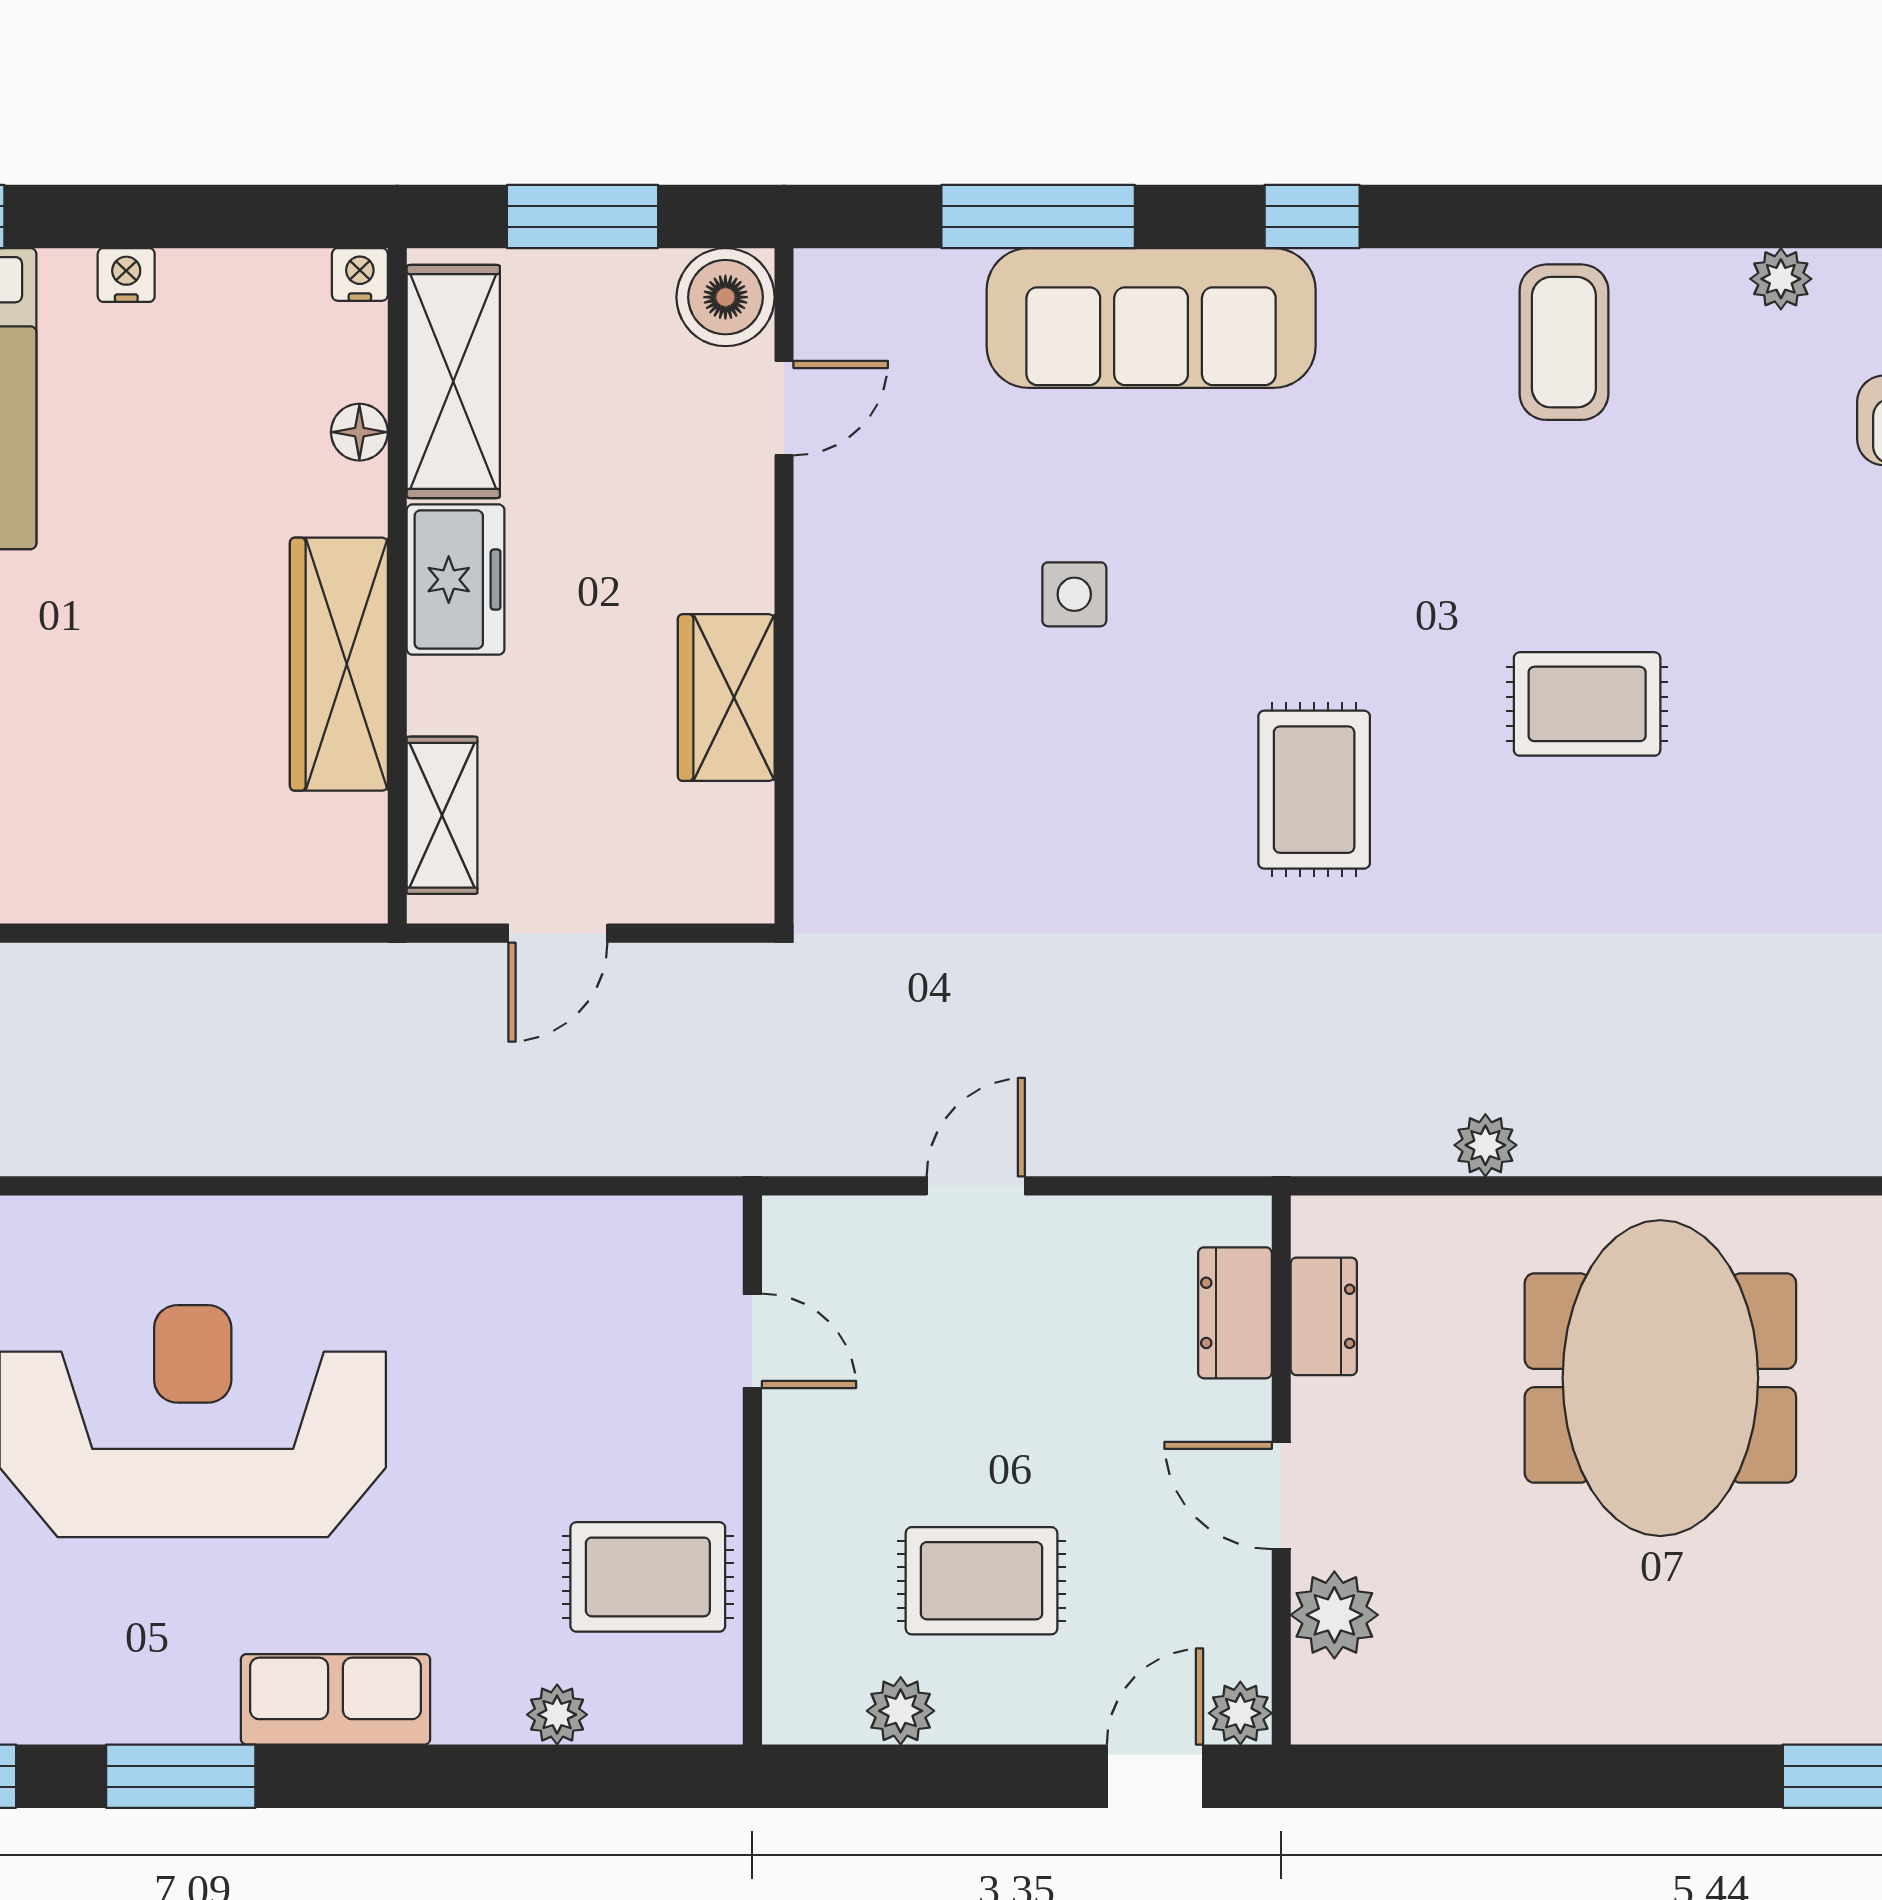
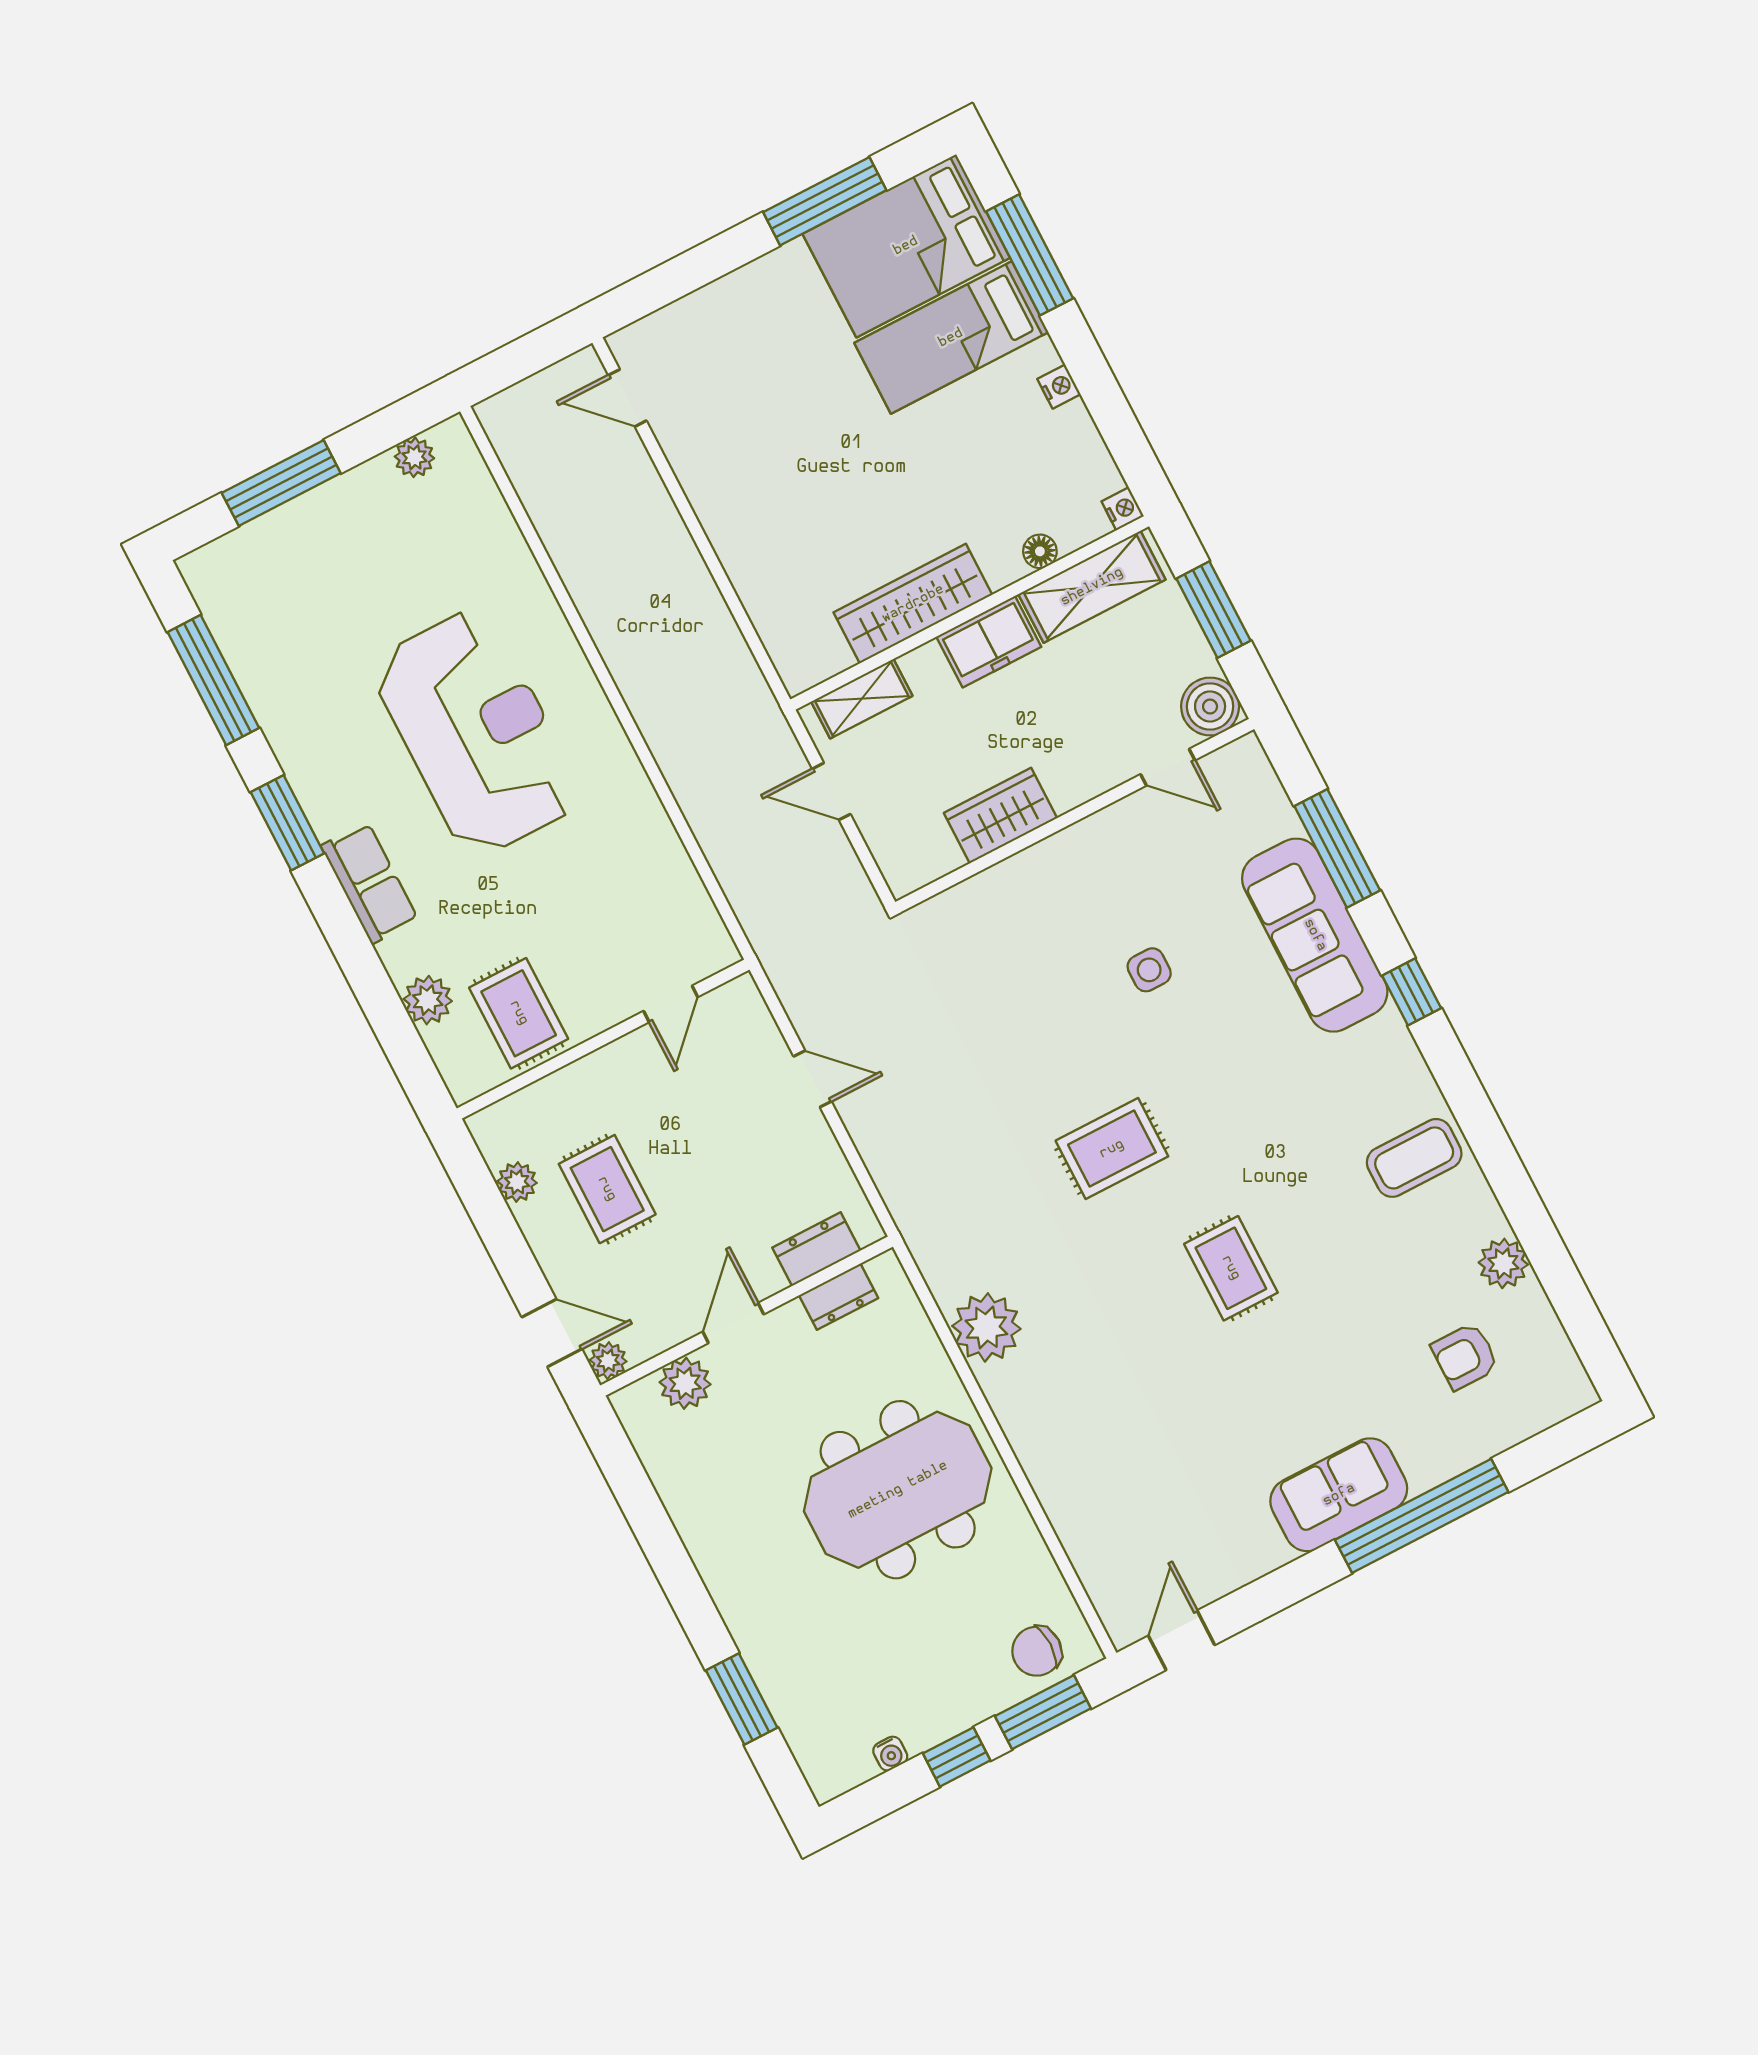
plant: (1781, 279) -> (1503, 1263), width x1.38, depth x1.38
plant: (1485, 1145) -> (986, 1327), width x1.87, depth x1.87
plant: (557, 1715) -> (428, 1000), width x1.38, depth x1.38

